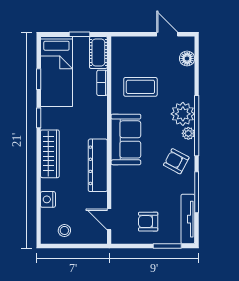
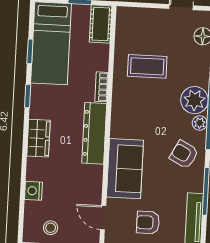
bookcase: (102, 83) -> (102, 87), moved
sofa: (126, 139) -> (125, 169), moved
wardrobe: (50, 154) -> (38, 138), width x0.67
dresser: (98, 165) -> (94, 133), moved

